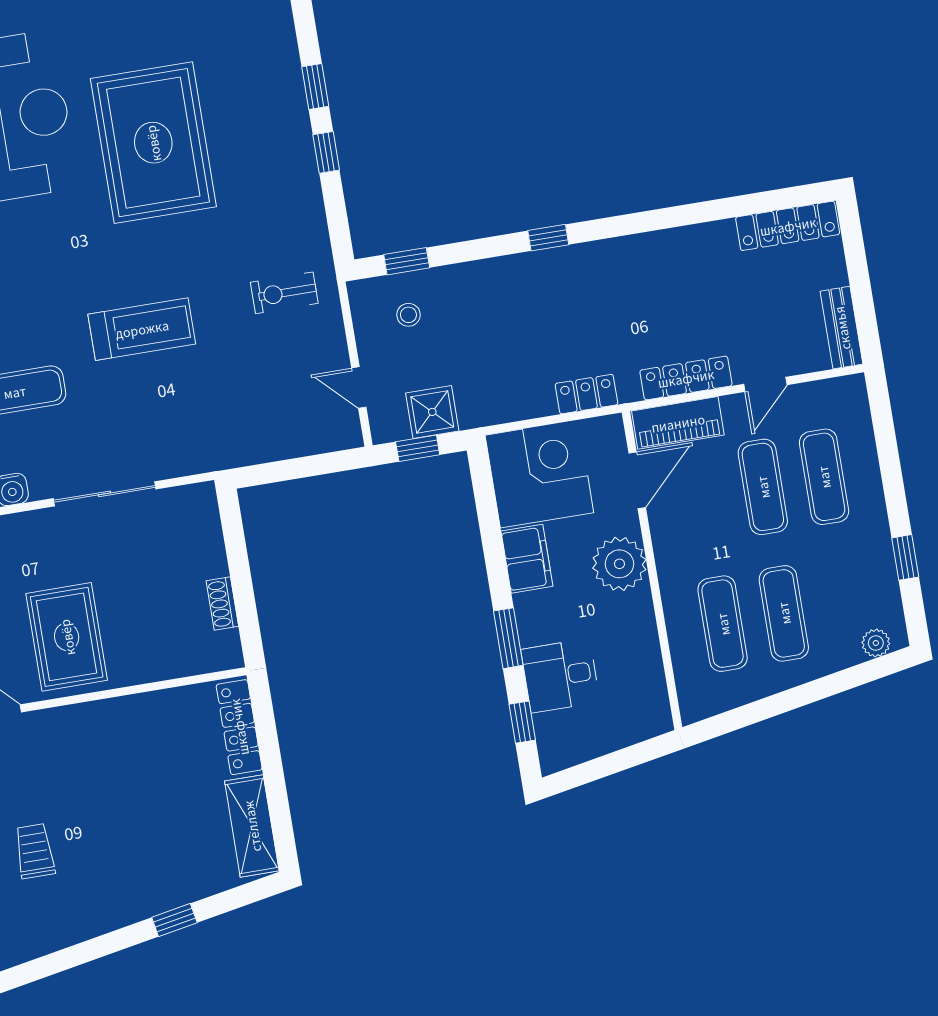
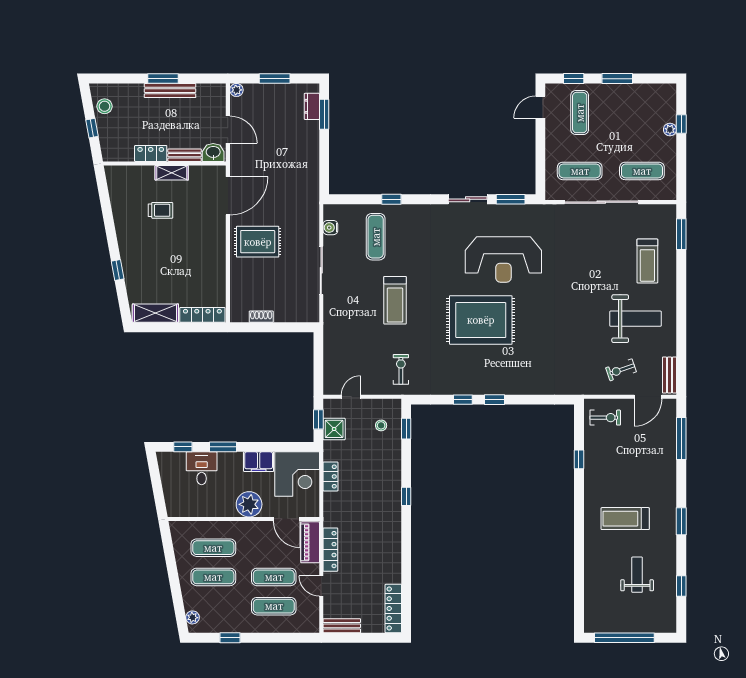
locker: (586, 394) -> (331, 476), moved

